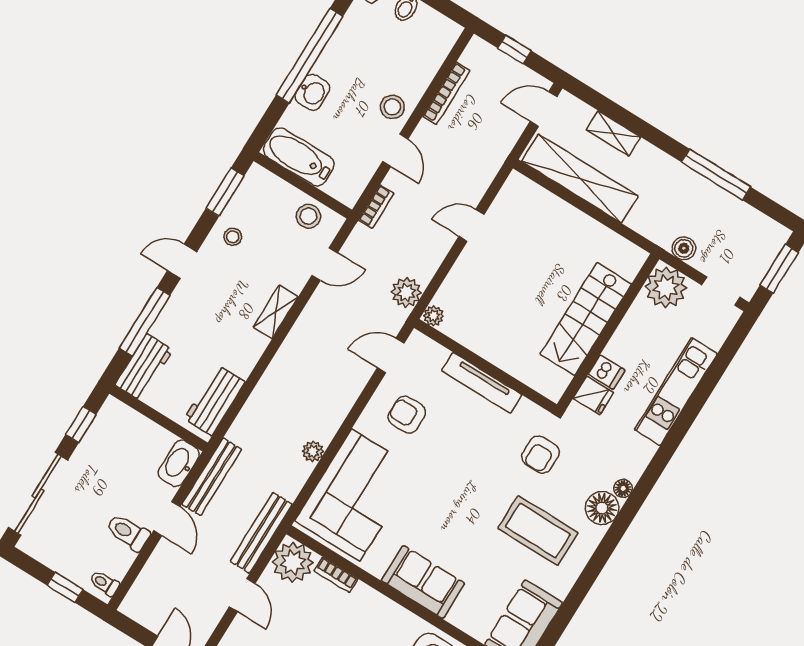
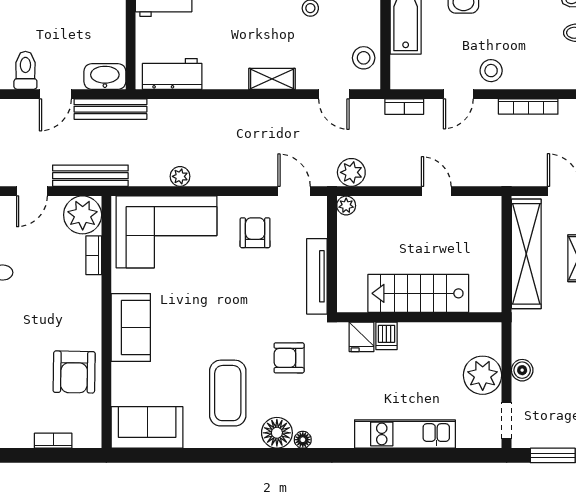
stairs: (586, 319) -> (418, 293), moved
wall: (608, 332) -> (419, 317), moved
dishwasher: (607, 372) -> (386, 336), moved
fridge: (593, 395) -> (362, 337), moved

